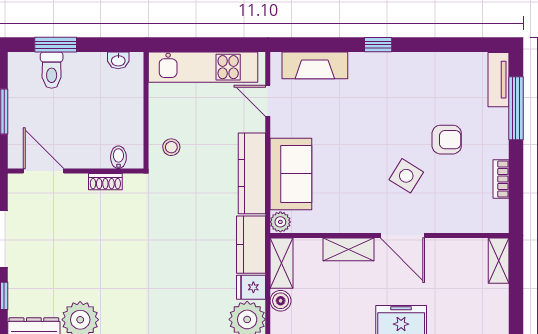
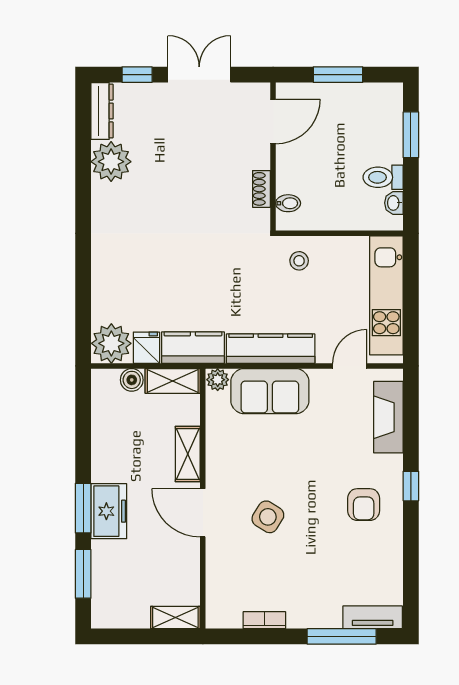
toilet: (52, 70) -> (383, 177), moved
armchair: (447, 140) -> (364, 505), moved
door: (402, 236) -> (203, 513), hinge flipped

